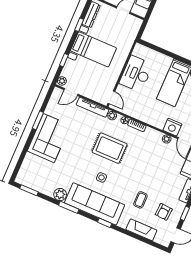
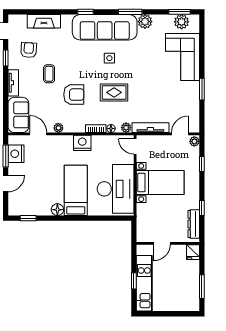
bed with nightstands: (93, 49) -> (160, 183), moved, turned 180
desk: (136, 74) -> (116, 189), width x1.36, depth x1.30
nightstand: (172, 127) -> (82, 143), moved
corner sofa: (49, 138) -> (182, 57), moved
rug: (110, 148) -> (114, 92), width x0.73, depth x0.70
armchair: (143, 160) -> (74, 95), added
plant: (31, 182) -> (182, 22), added
coffee table: (140, 200) -> (49, 74), moved

